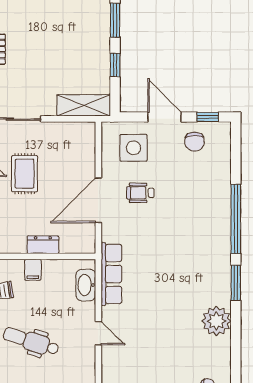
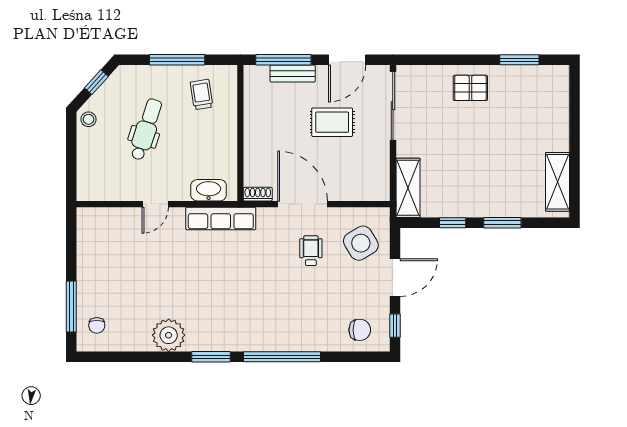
chair: (194, 142) -> (360, 330), moved, turned 180
side table: (133, 148) -> (361, 243), turned -31
shoe rack: (89, 241) -> (258, 194), added
dresser: (43, 245) -> (253, 143), removed
filing cabinet: (33, 270) -> (225, 131), removed

